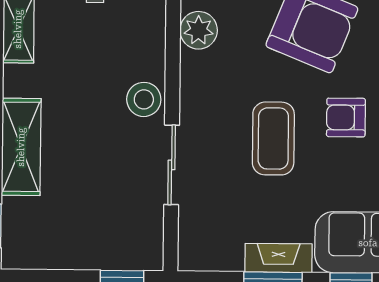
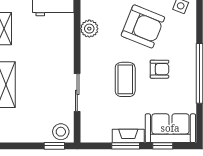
stool: (144, 99) -> (61, 132), moved
armchair: (346, 117) -> (159, 69), turned 180

